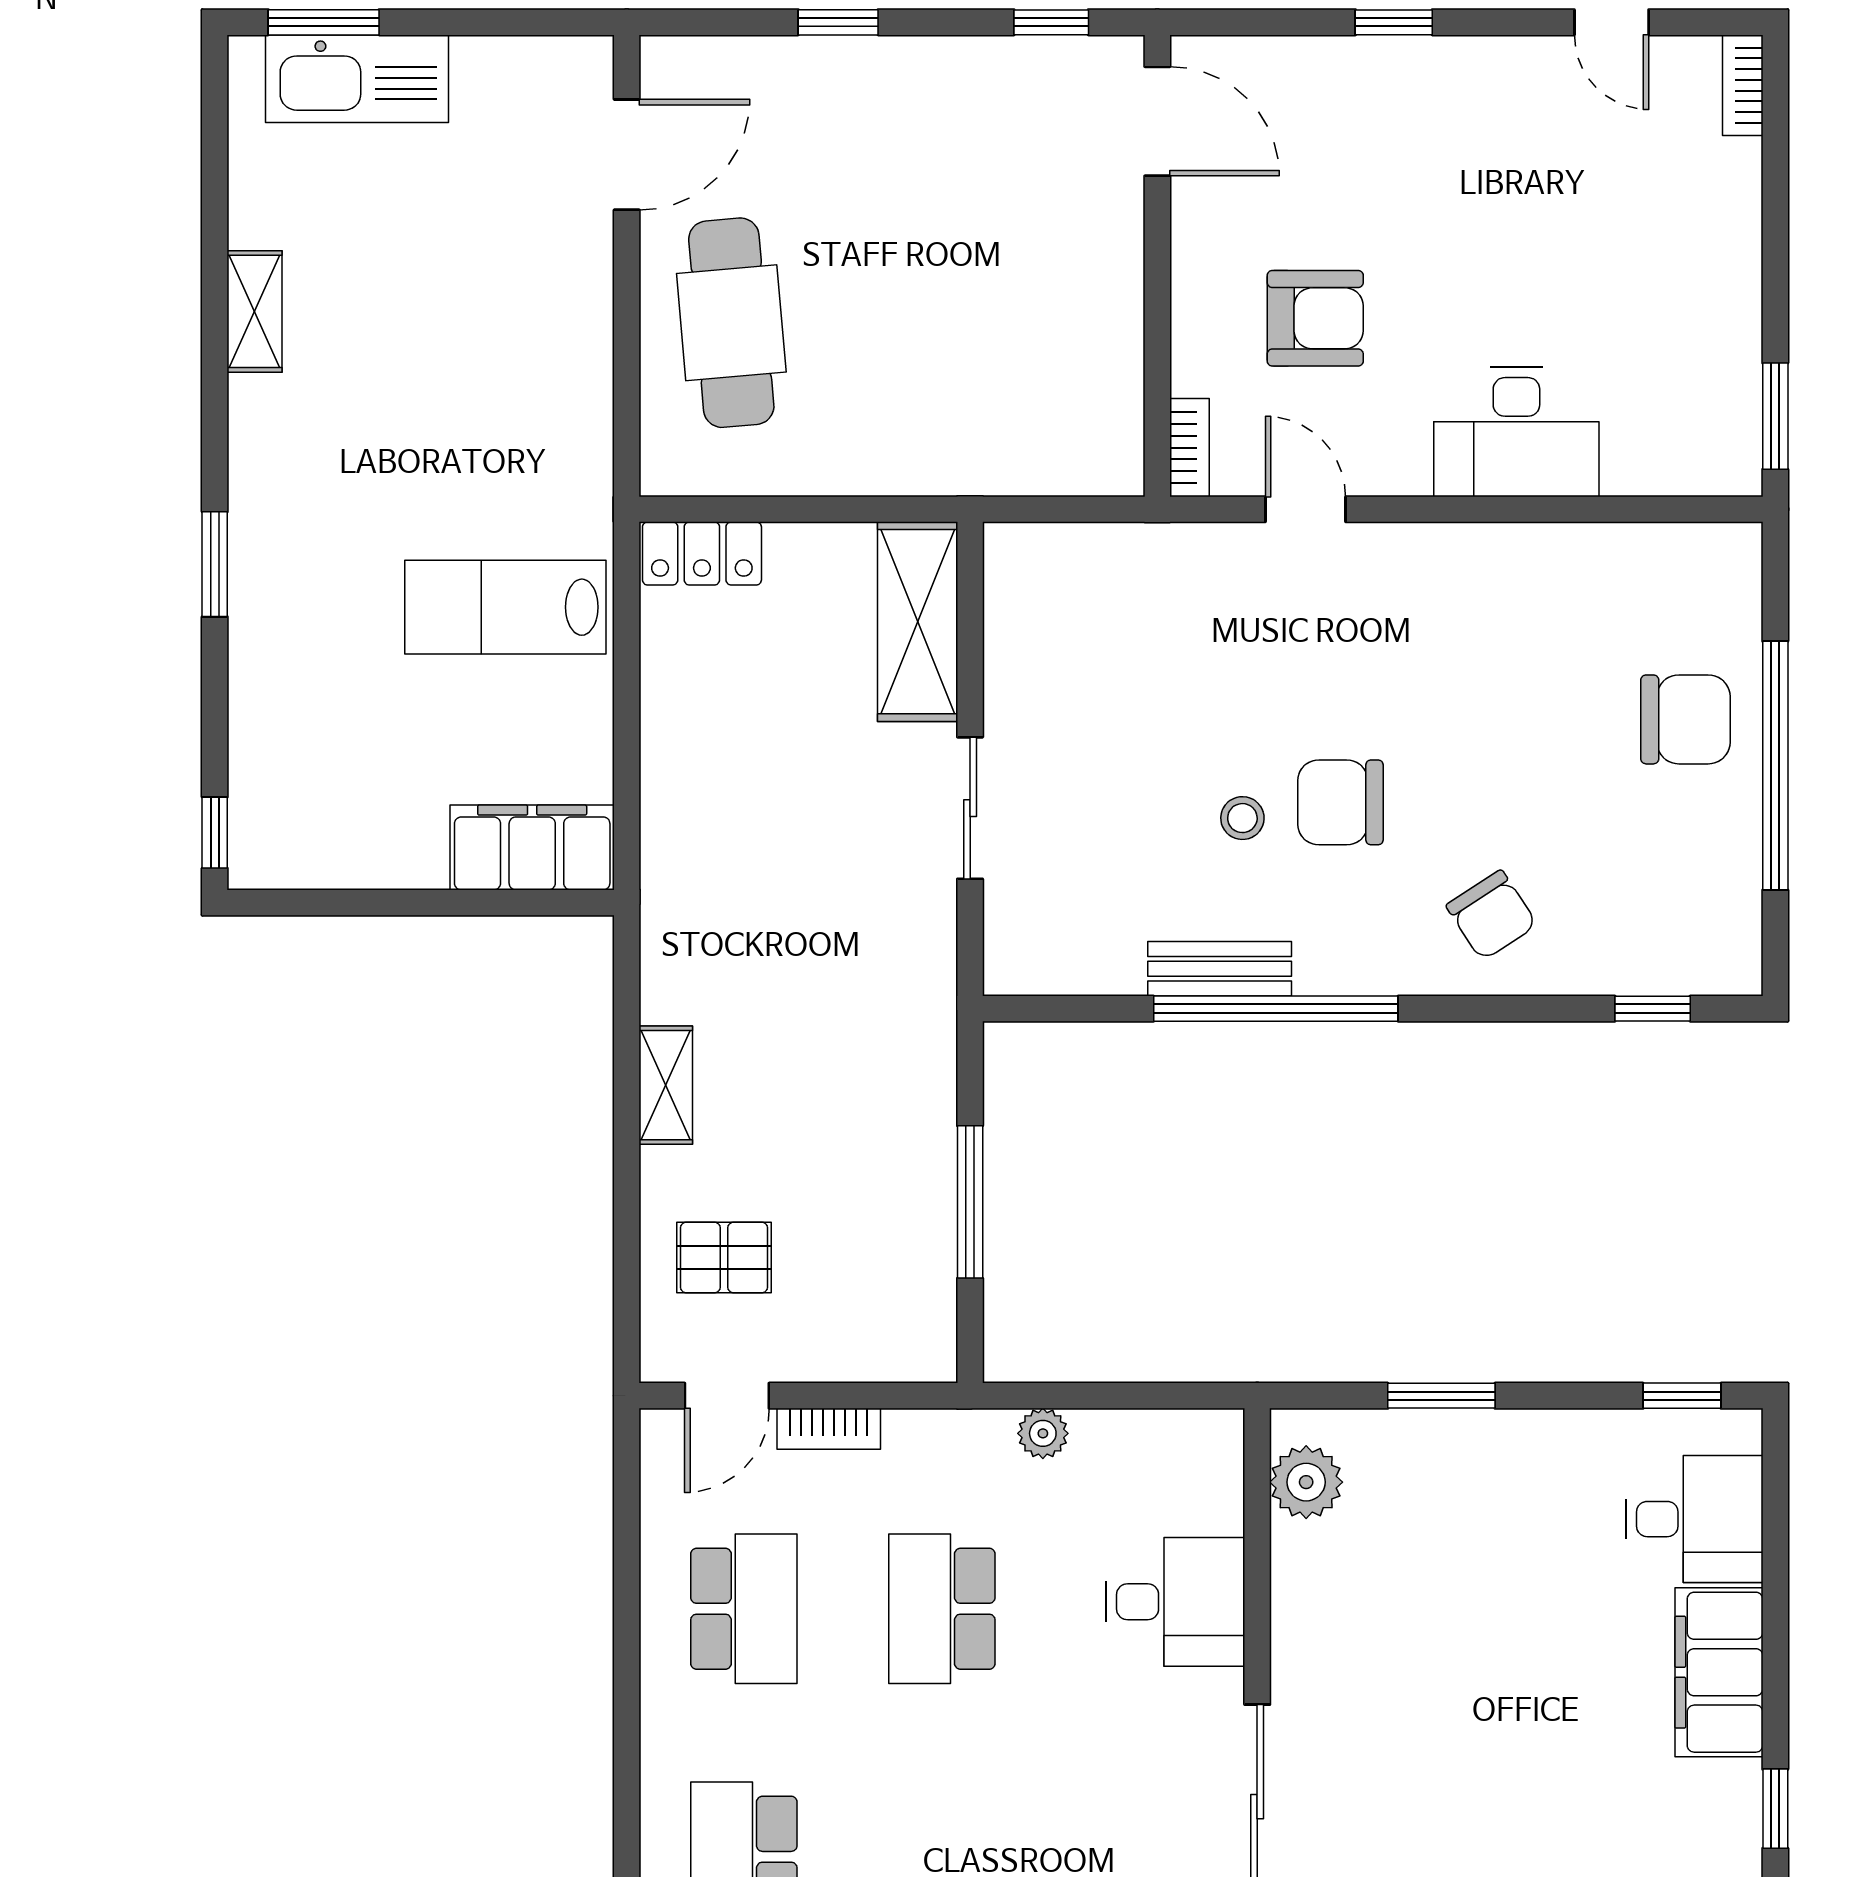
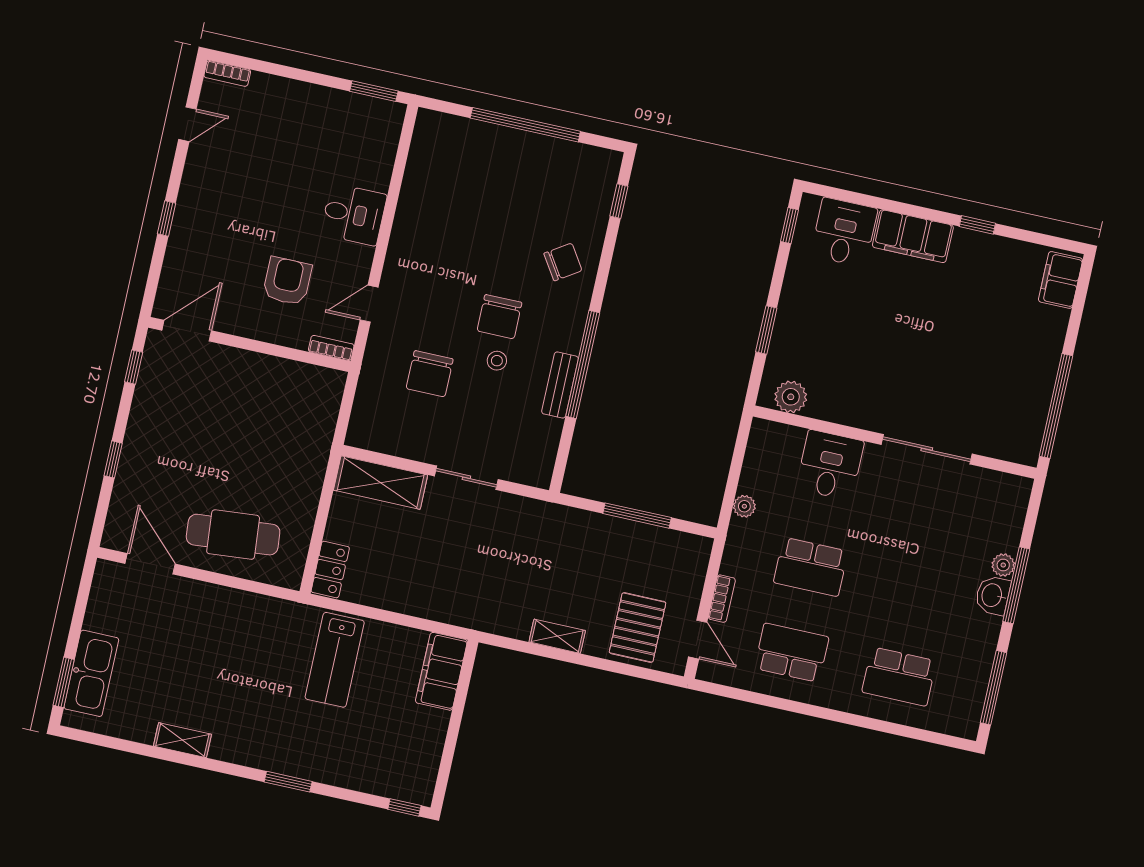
desk: (1516, 432) -> (354, 214), width x0.73
chair: (1685, 719) -> (430, 374), moved, turned 180
pallet: (724, 1258) -> (638, 628), width x1.50, depth x1.42

